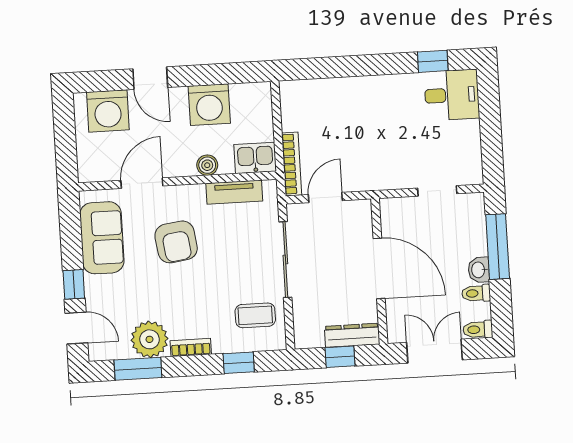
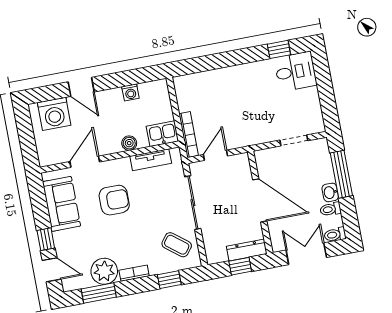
washing machine: (209, 105) -> (130, 92), width x0.53, depth x0.53
armchair: (176, 242) -> (114, 200), turned -82
coffee table: (255, 315) -> (177, 245), turned 38

